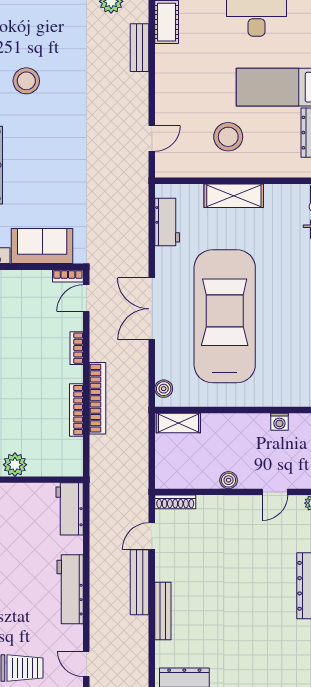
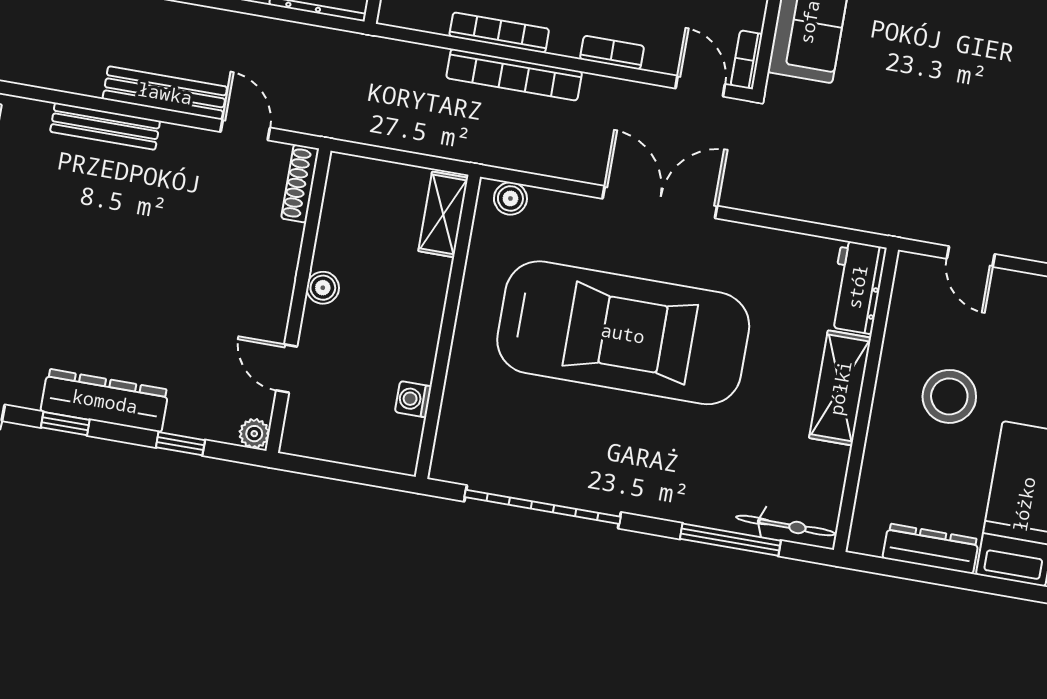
workbench: (167, 222) -> (857, 287), moved, turned 90

